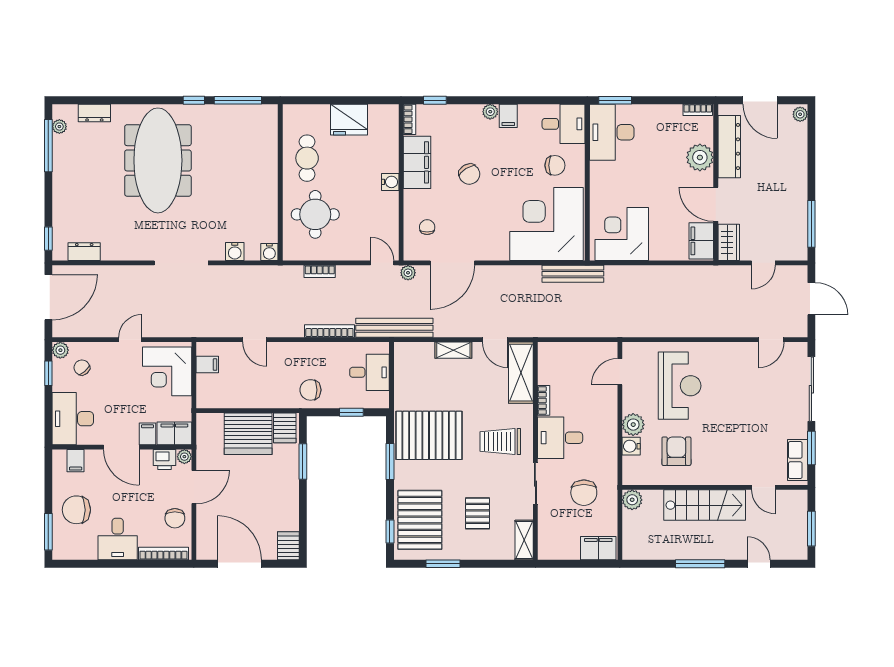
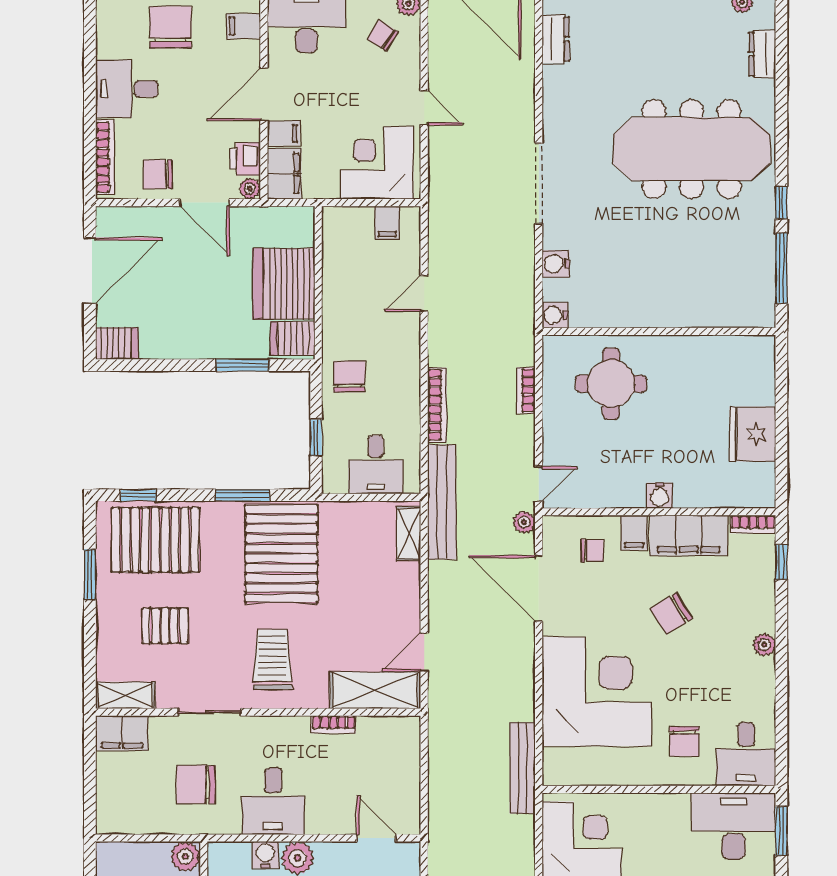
filing cabinet: (508, 116) -> (634, 533), moved, turned -90
cafe table: (307, 158) -> (695, 371), removed
corner desk: (546, 224) -> (597, 692), moved
shelving: (453, 350) -> (409, 534), moved
chair: (82, 368) -> (383, 36), turned -106
desk: (560, 438) -> (273, 801), moved, turned 180
filing cabinet: (598, 548) -> (122, 733), moved, turned 90

